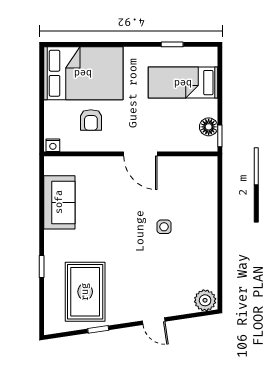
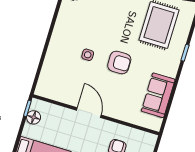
nightstand: (53, 145) -> (150, 138), removed
armchair: (121, 229) -> (119, 62), added

